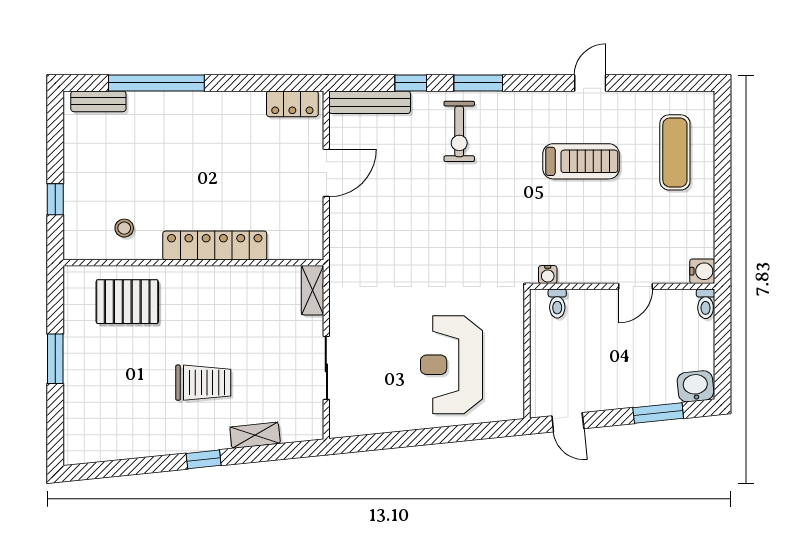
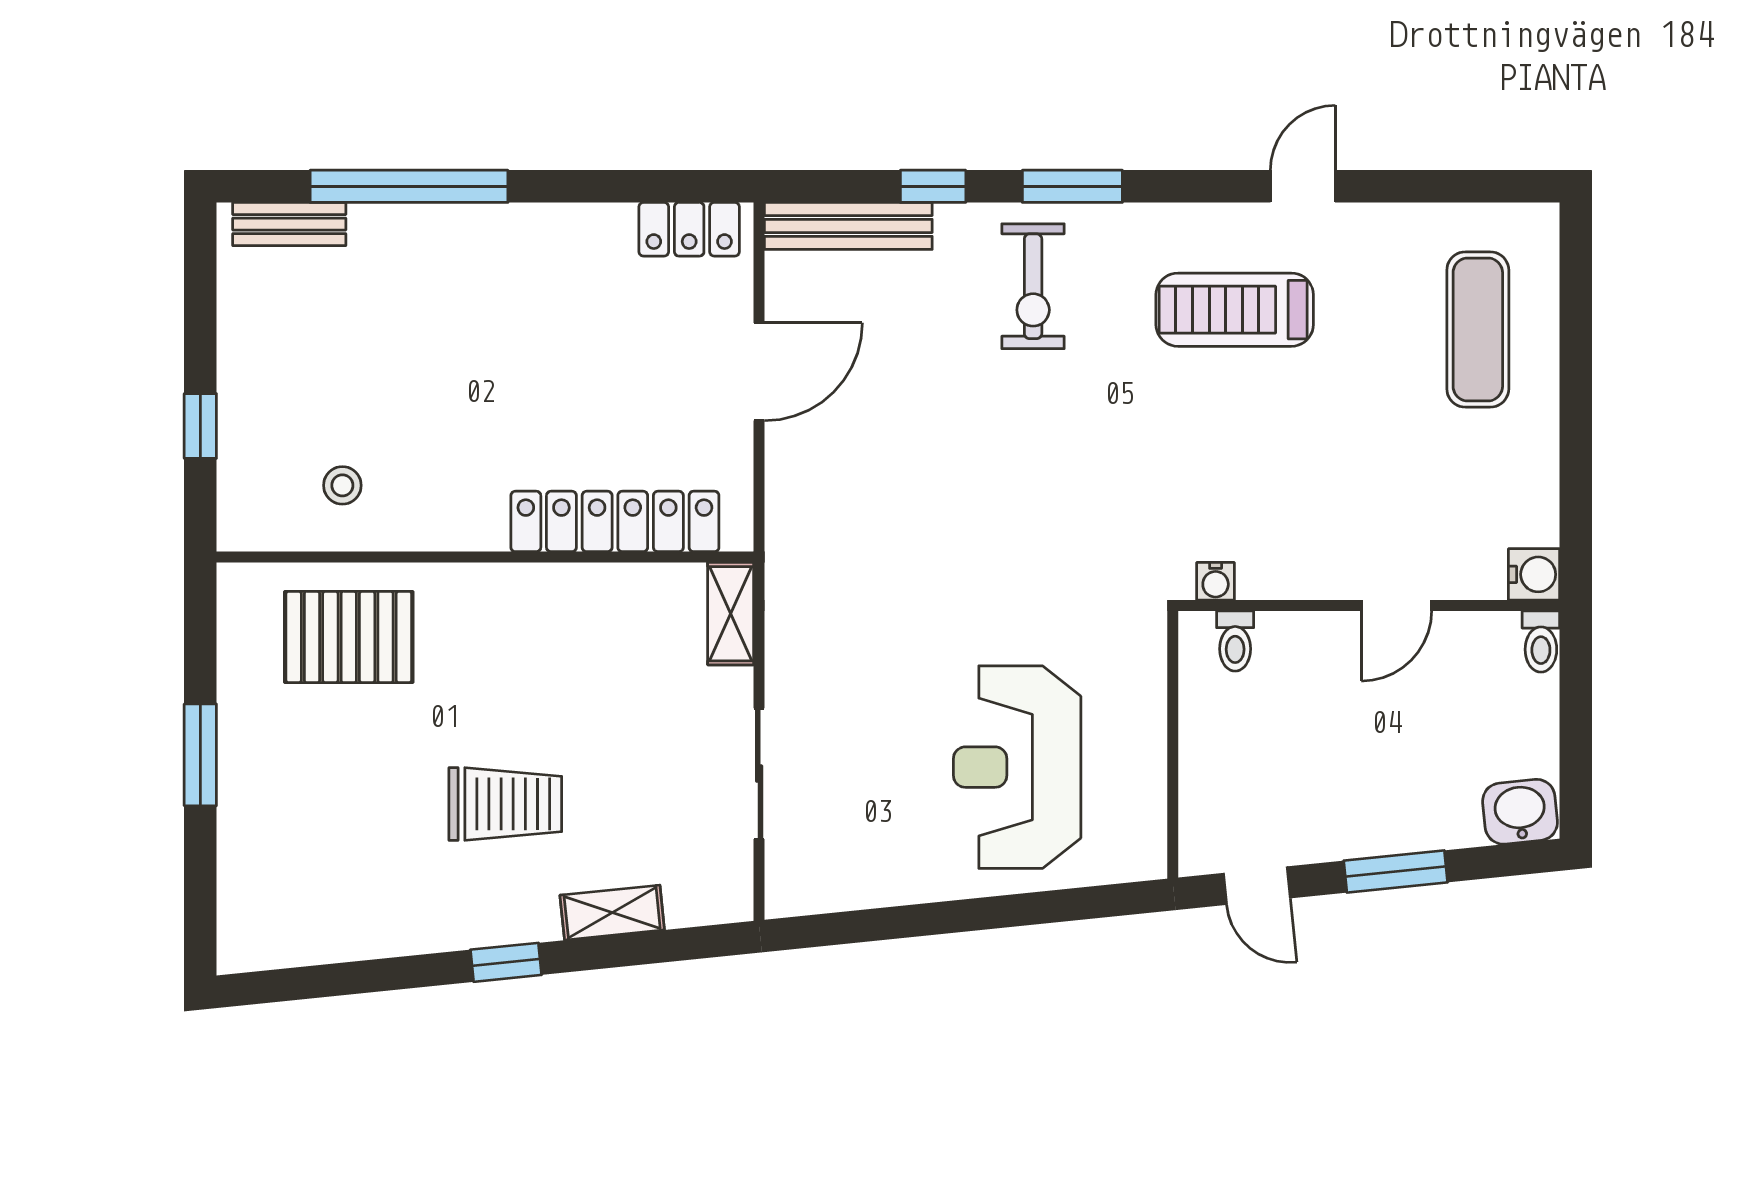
treadmill: (581, 161) -> (1235, 310), moved, turned 180
locker: (215, 246) -> (615, 521), moved
window: (658, 413) -> (1396, 871), moved

